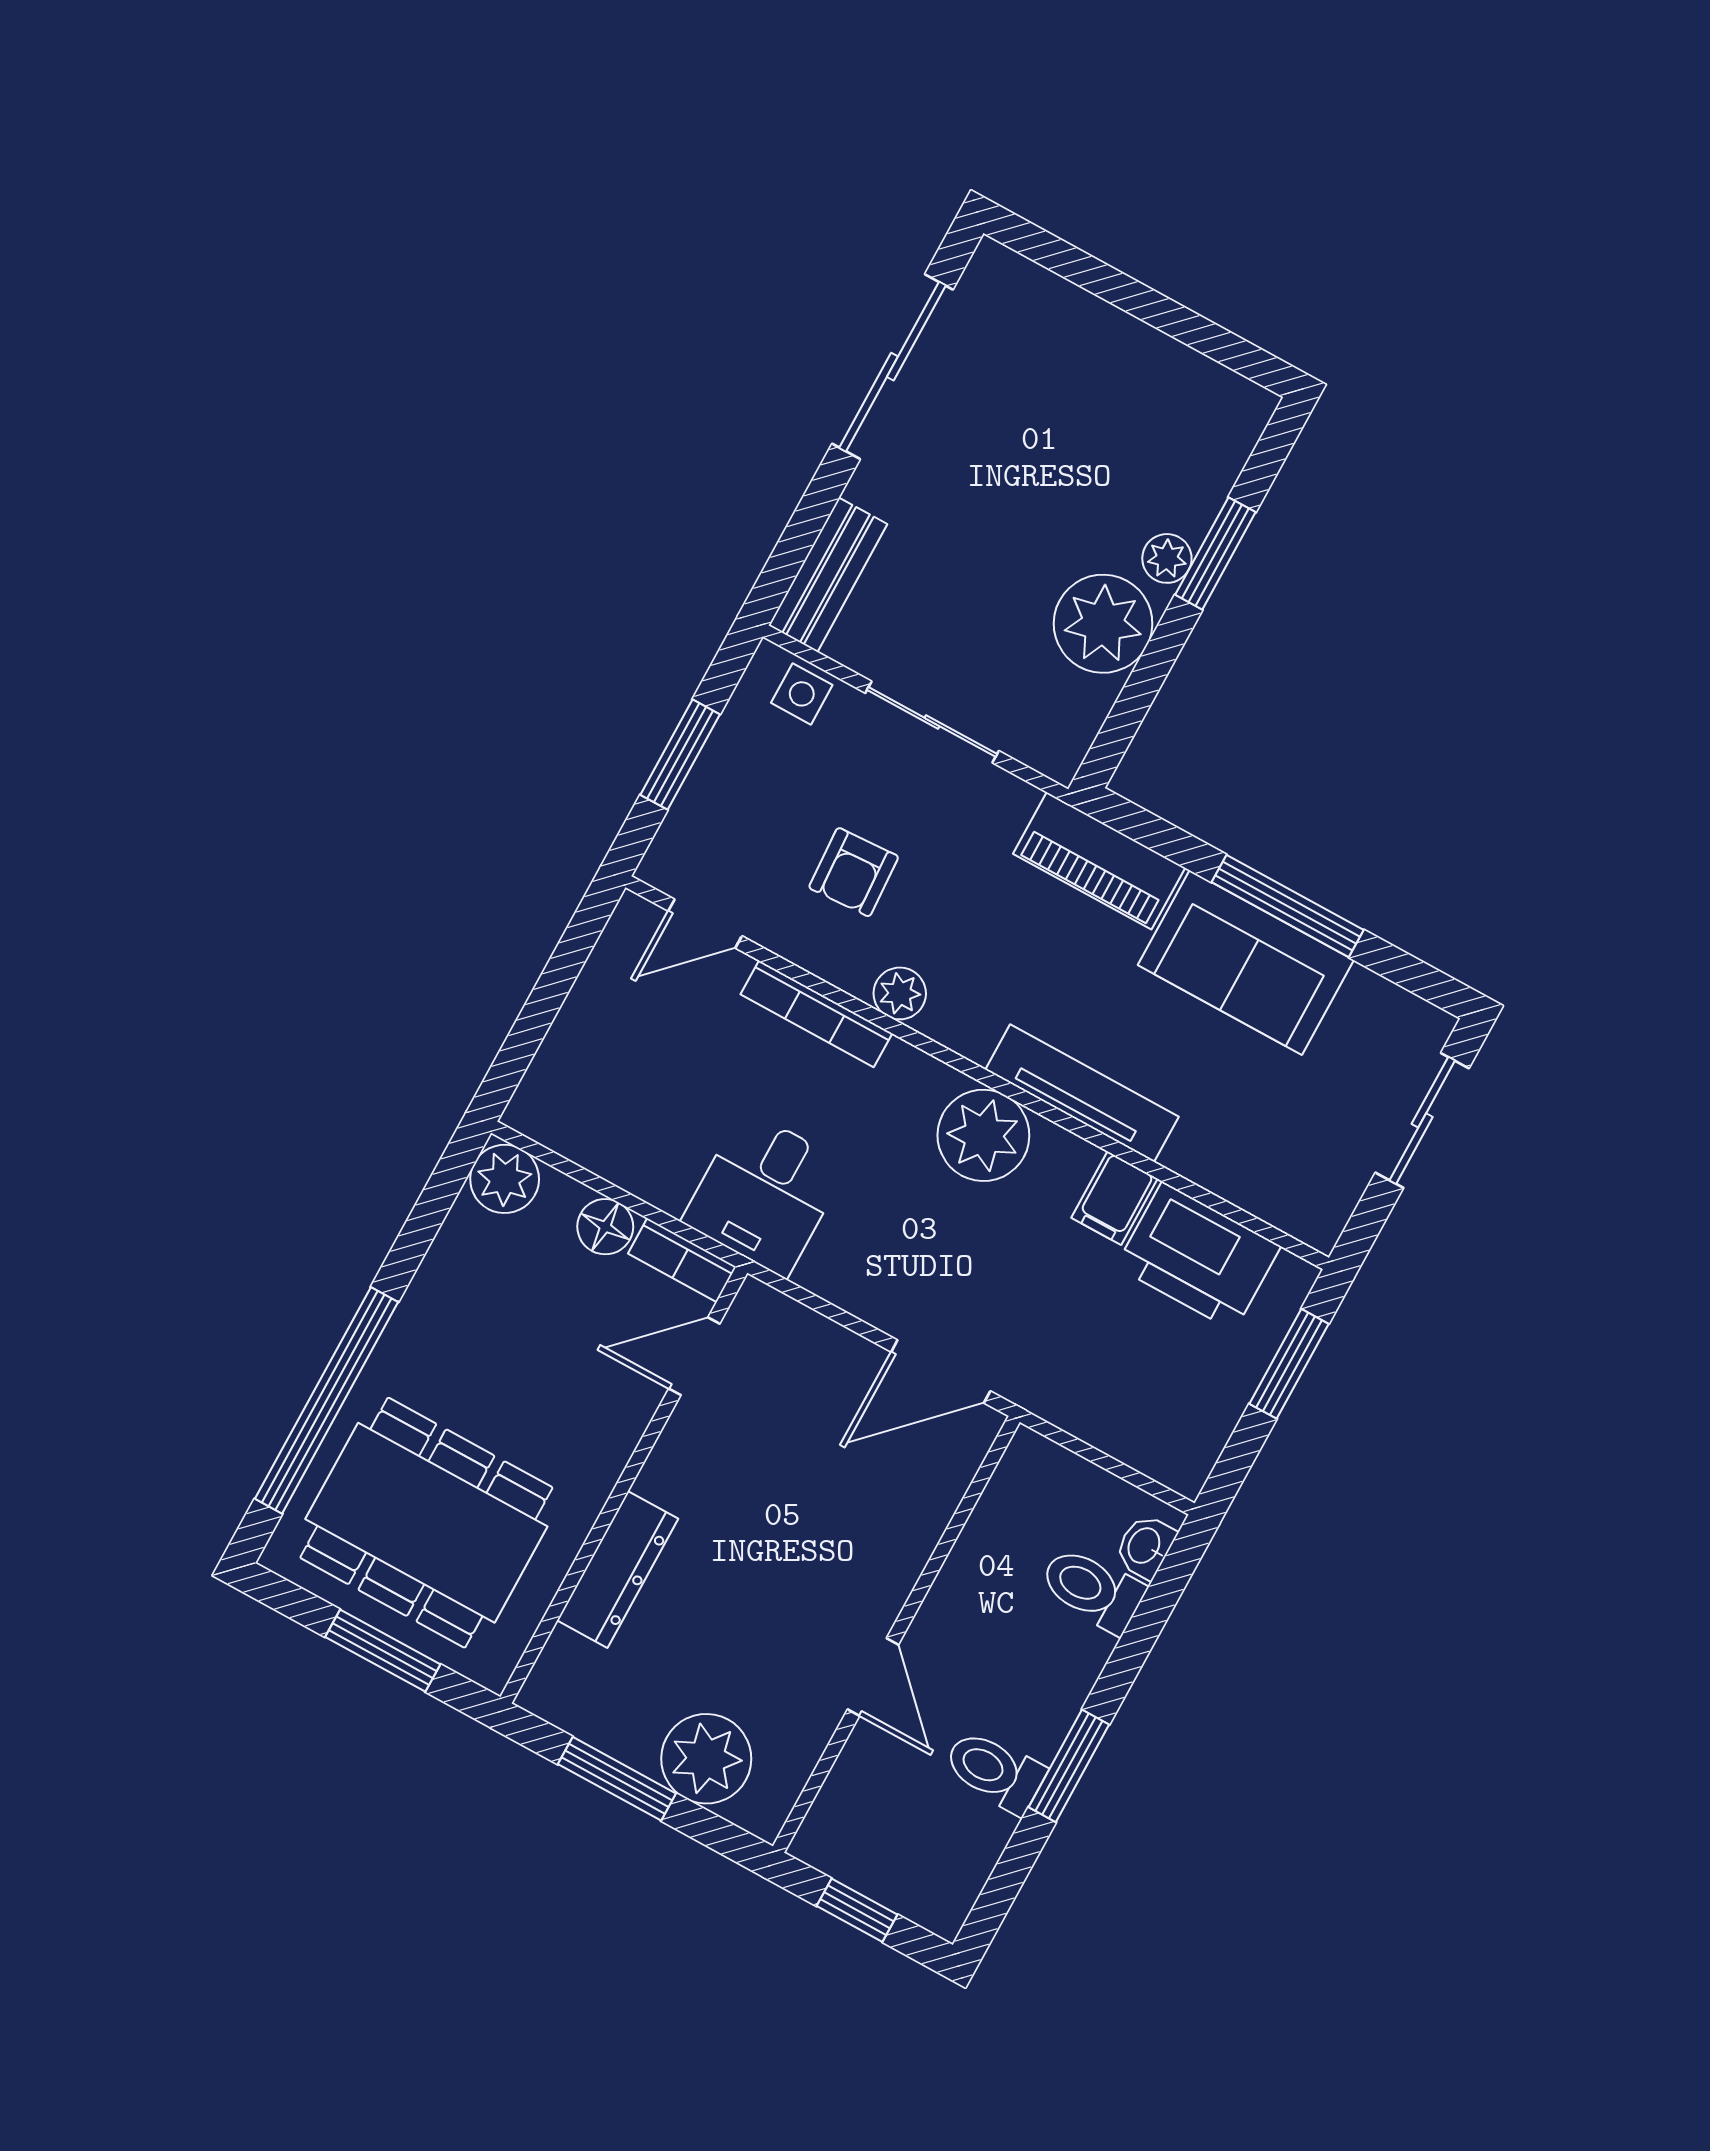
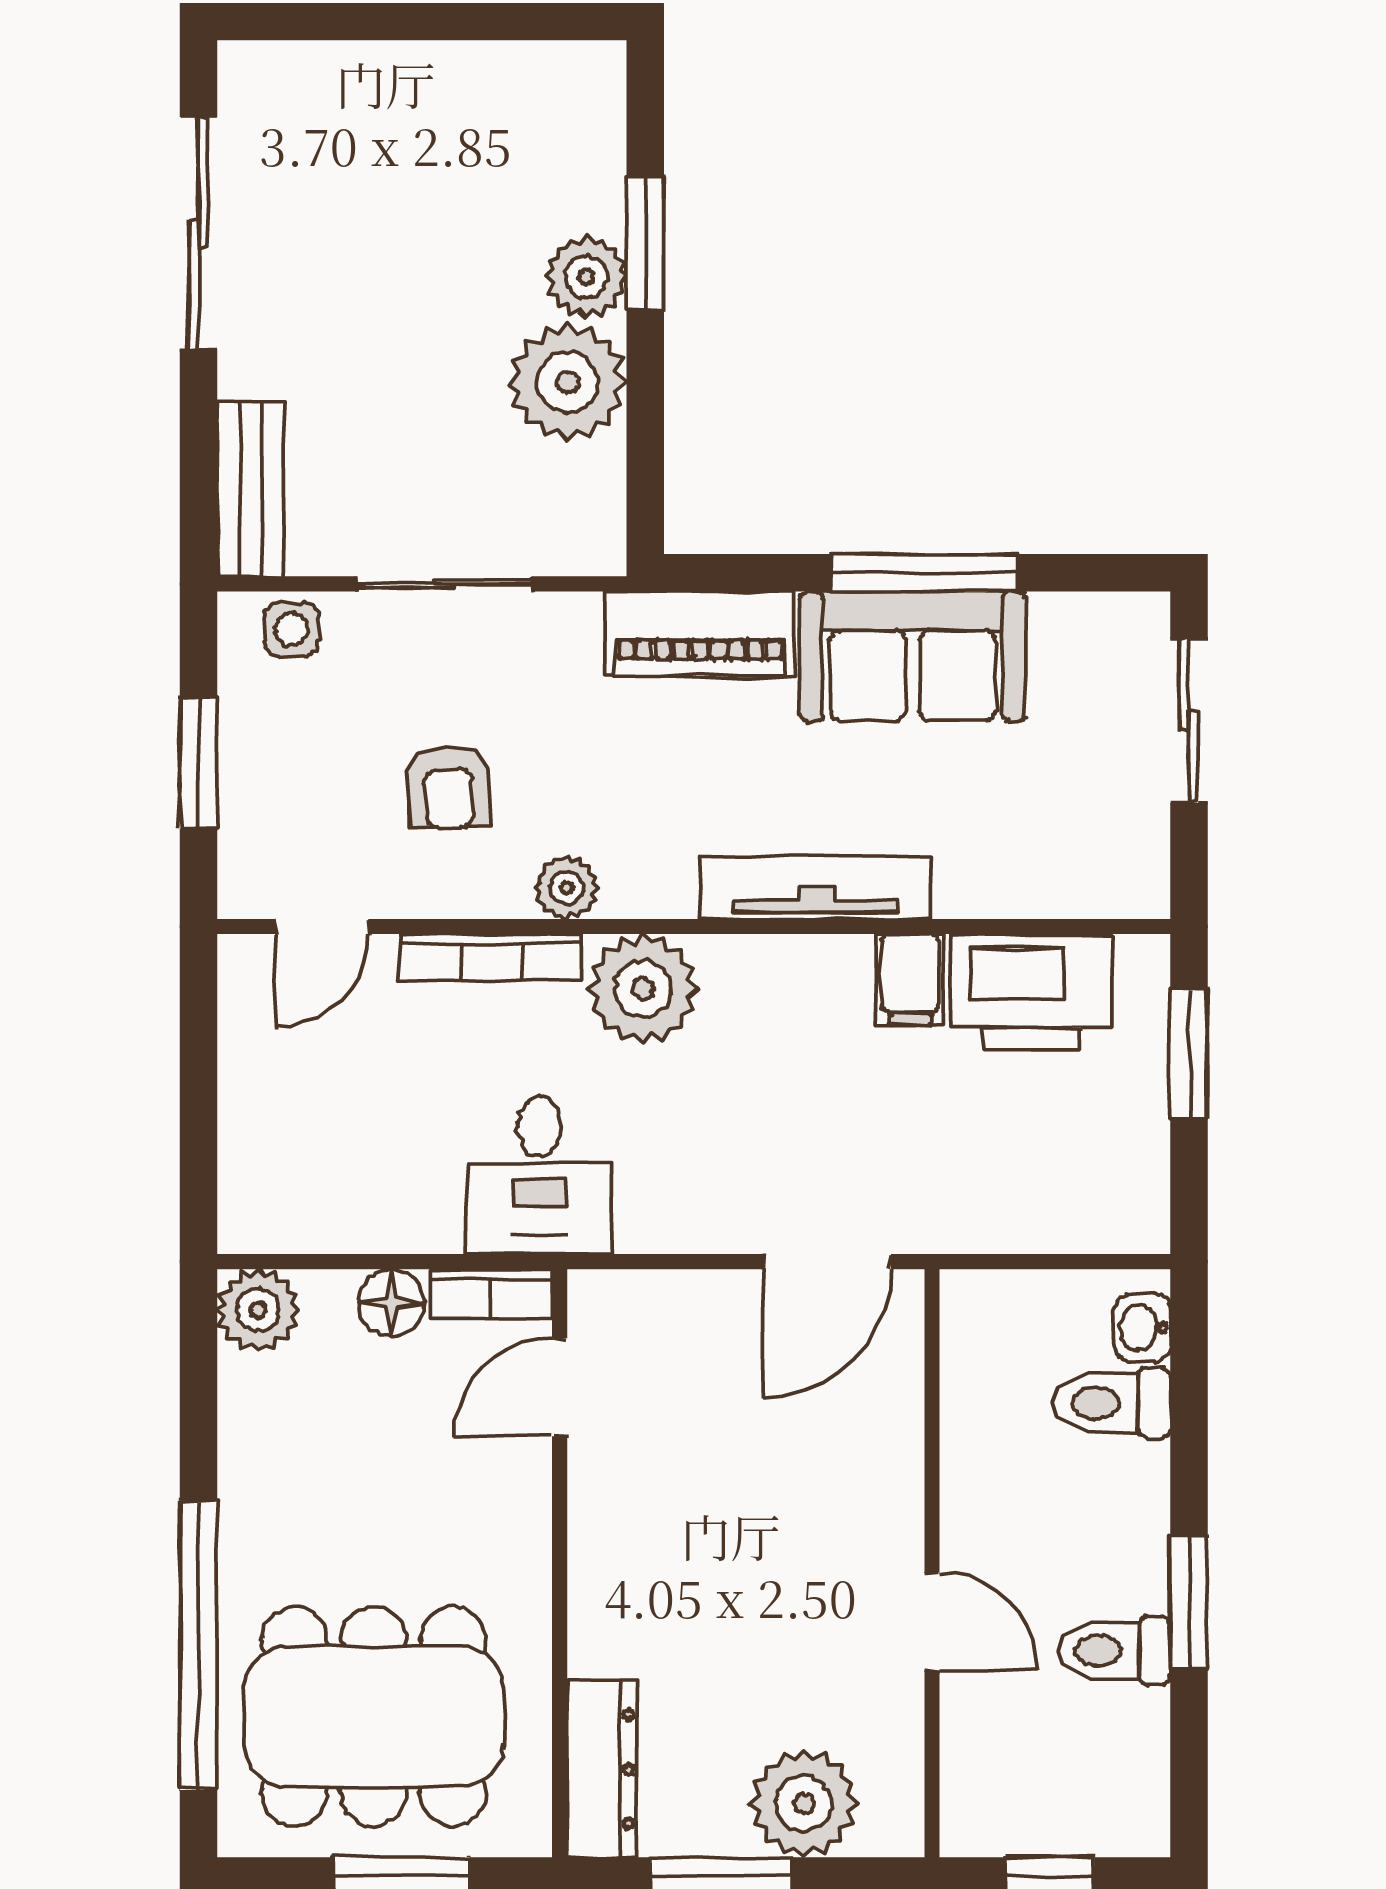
plant: (1167, 558) -> (586, 277), width x1.38, depth x1.38
plant: (983, 1135) -> (643, 989), moved
dresser: (618, 1570) -> (602, 1769), moved

